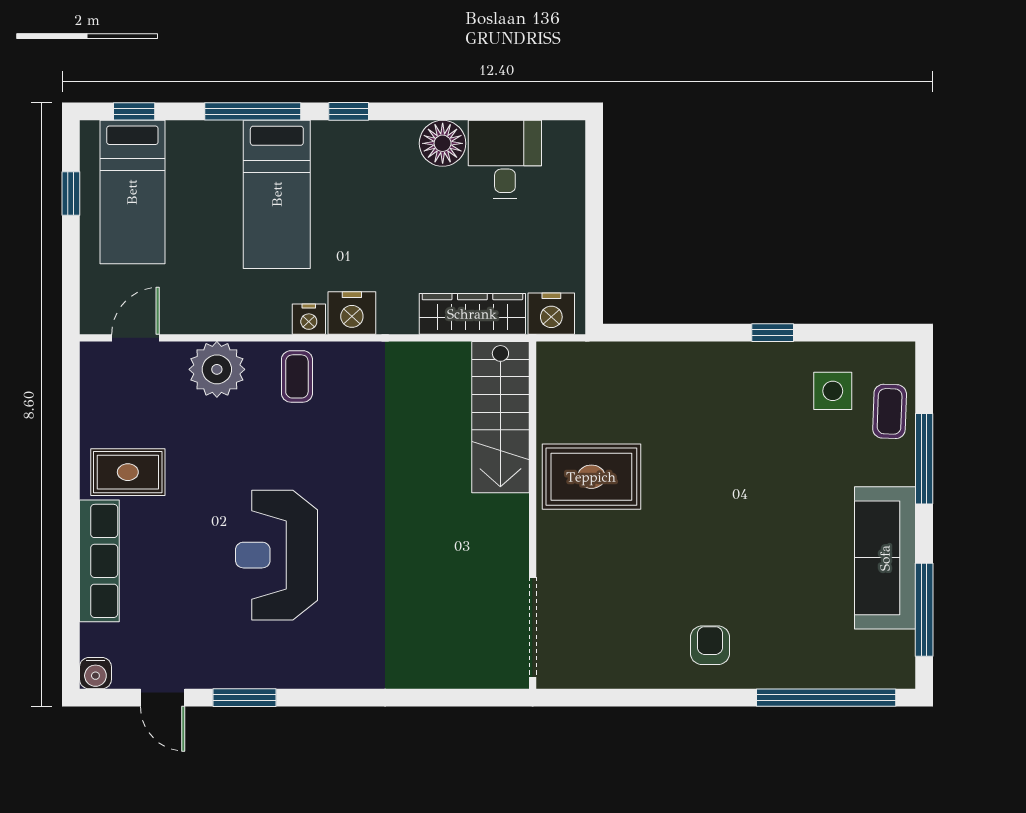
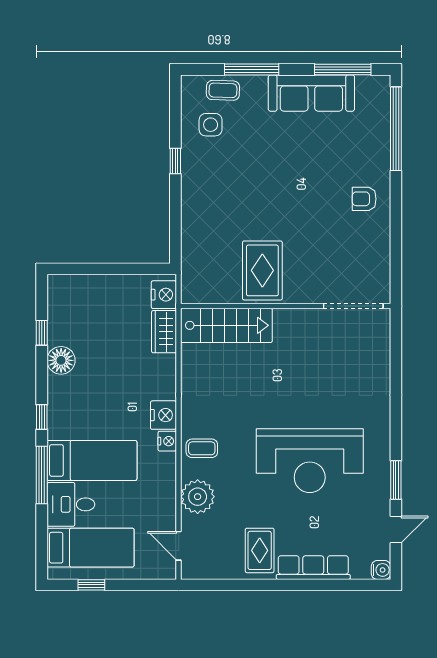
window: (134, 111) -> (42, 333), moved
desk: (505, 160) -> (71, 504), moved
wardrobe: (472, 314) -> (164, 332), width x0.67
reception desk: (277, 555) -> (310, 461), width x1.36, depth x1.30

